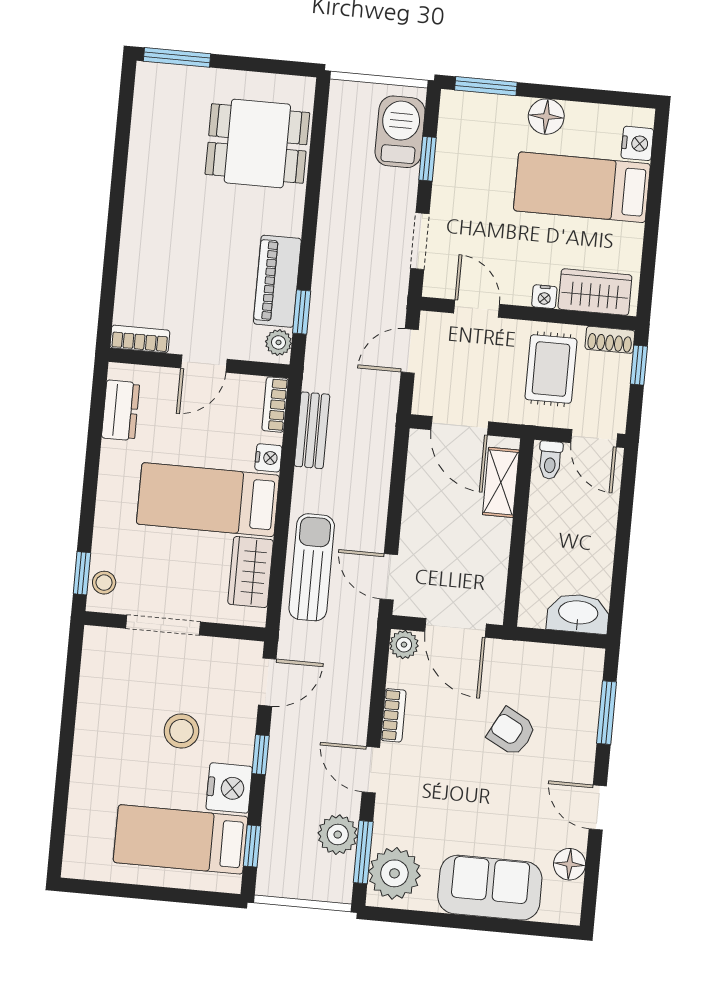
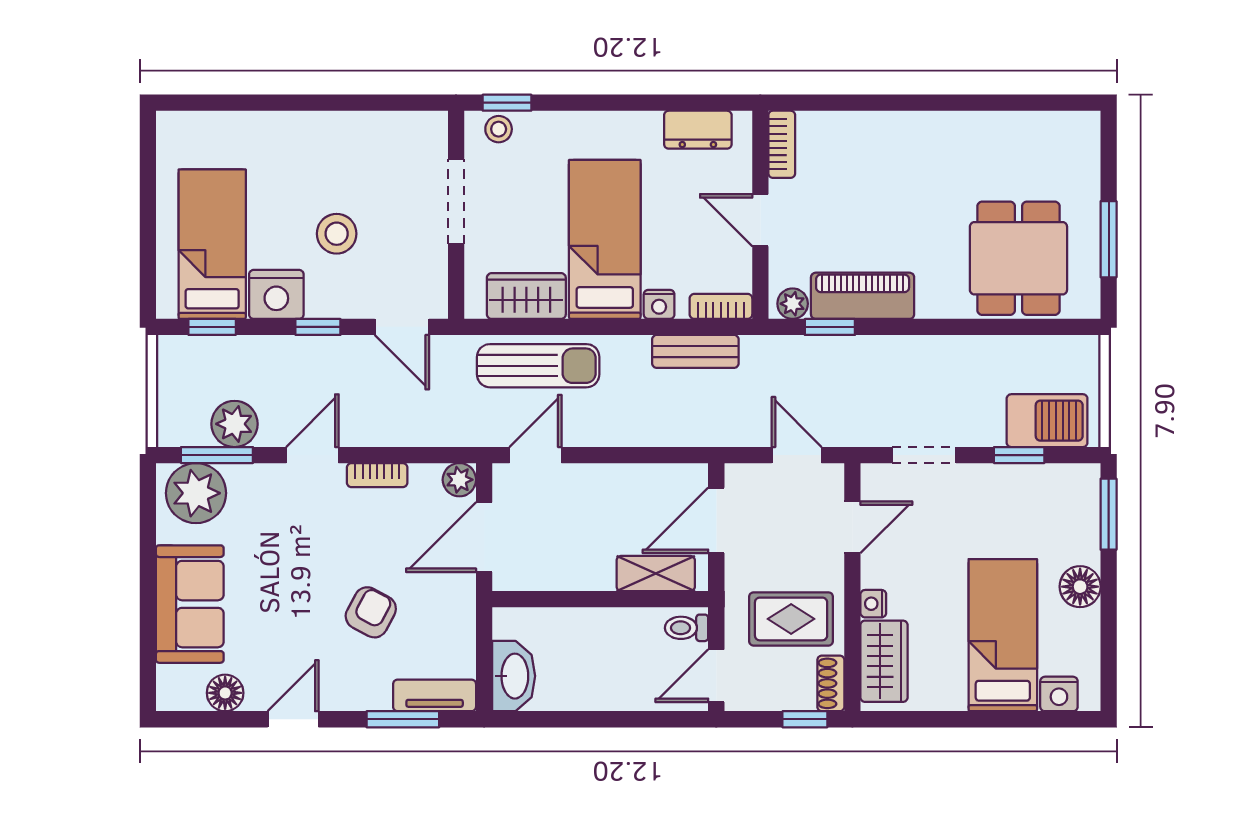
window: (177, 57) -> (1109, 239), moved
tv unit: (588, 683) -> (435, 695), added

